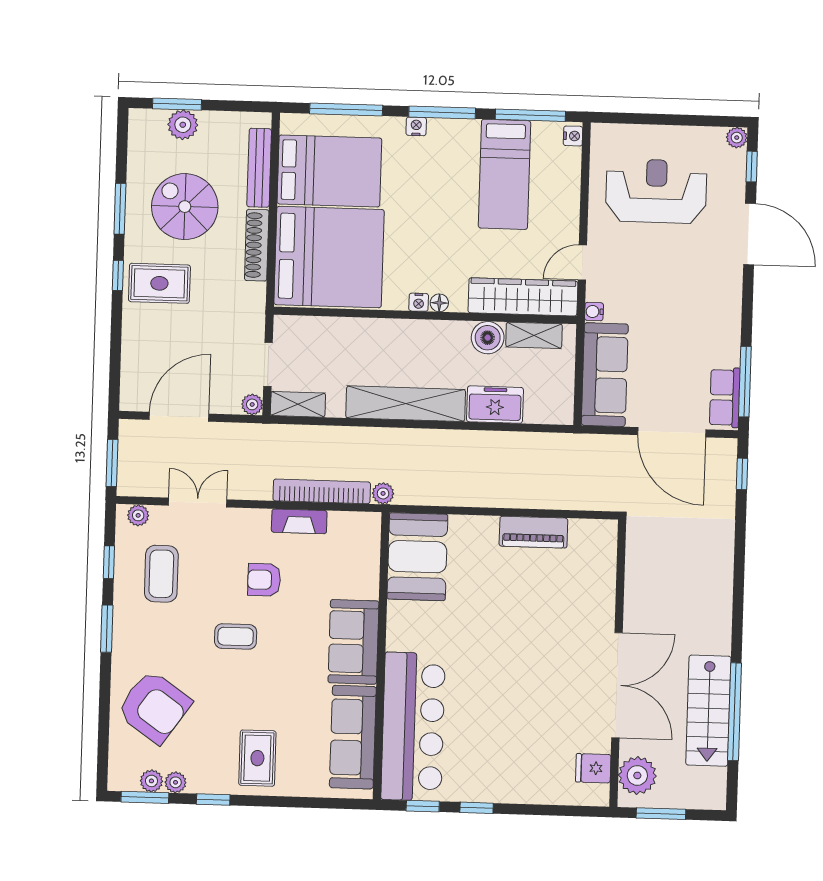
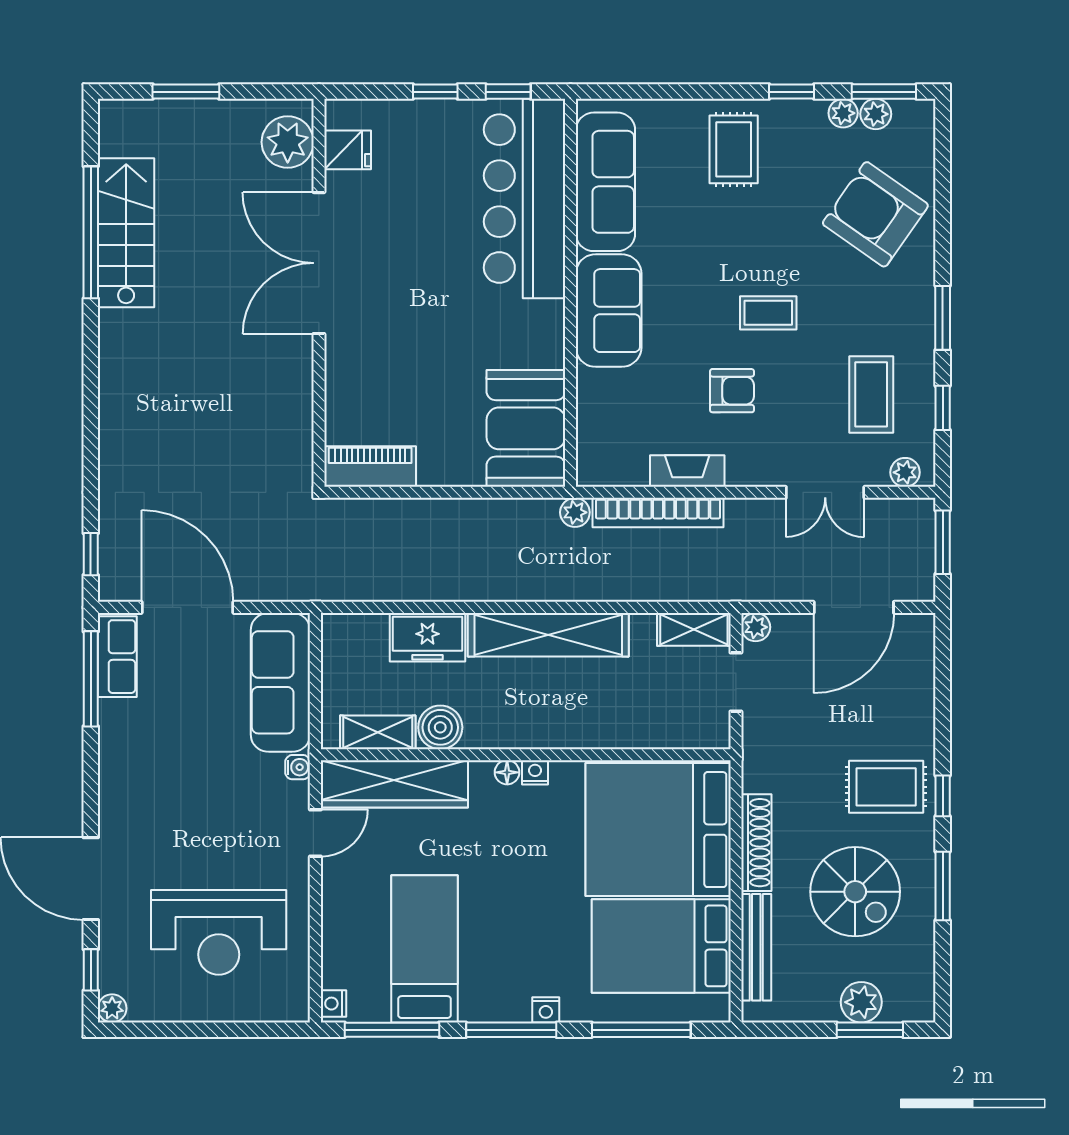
wall: (618, 663) -> (319, 293), moved
double door: (617, 685) -> (319, 263), moved
fridge: (593, 768) -> (348, 150), moved
plant: (637, 775) -> (288, 142), moved

